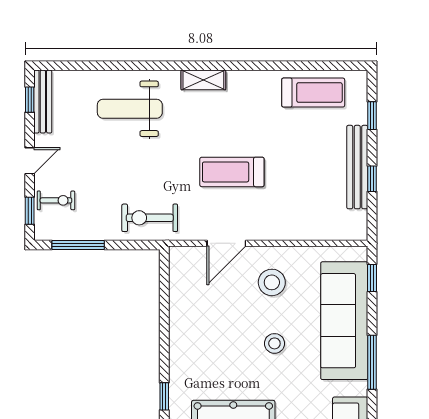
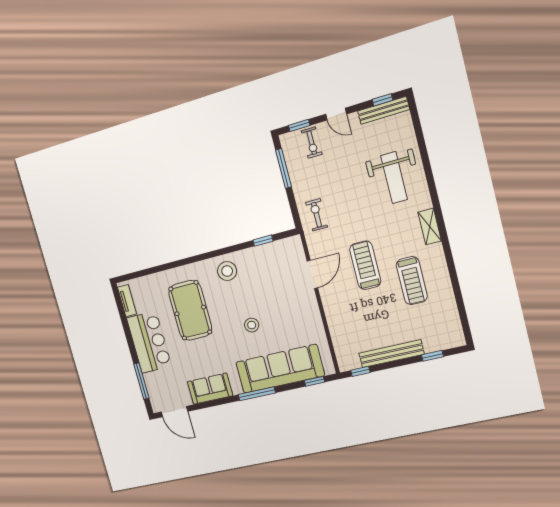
treadmill: (313, 93) -> (412, 281), moved
weight bench: (130, 109) -> (394, 178), turned 180
window: (372, 179) -> (360, 371), moved
exercise bike: (150, 218) -> (317, 215), width x0.73, depth x0.72
door: (226, 243) -> (312, 274), swing flipped
stool: (272, 282) -> (227, 271), moved
window: (164, 396) -> (263, 241), moved

